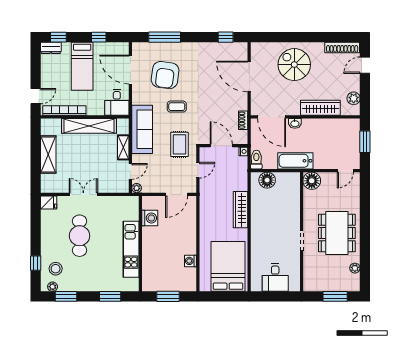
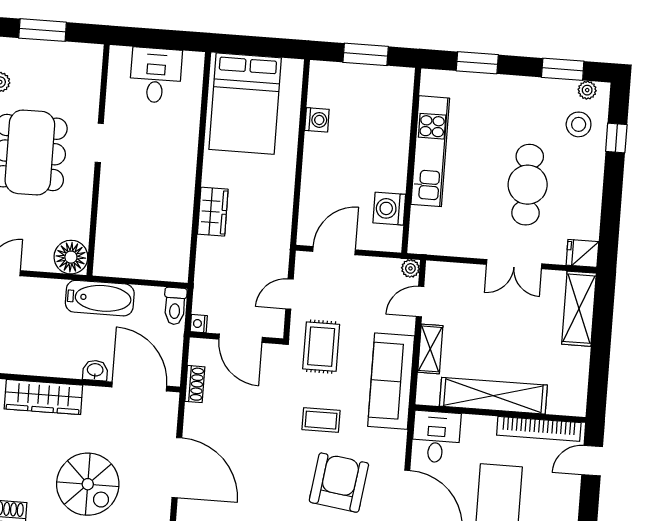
shelving: (48, 155) -> (579, 309), moved
floor lamp: (267, 180) -> (157, 265), removed
wardrobe: (241, 210) -> (213, 212), width x0.67

